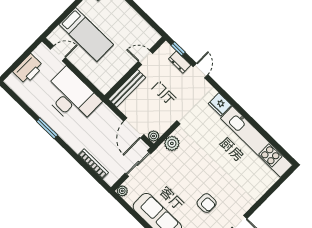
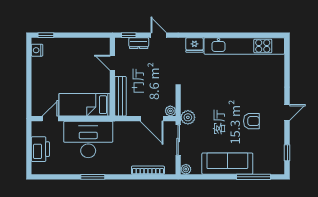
bed: (86, 35) -> (85, 105), moved, turned 180
door: (146, 57) -> (112, 63), hinge flipped
plant: (172, 143) -> (188, 117), moved

